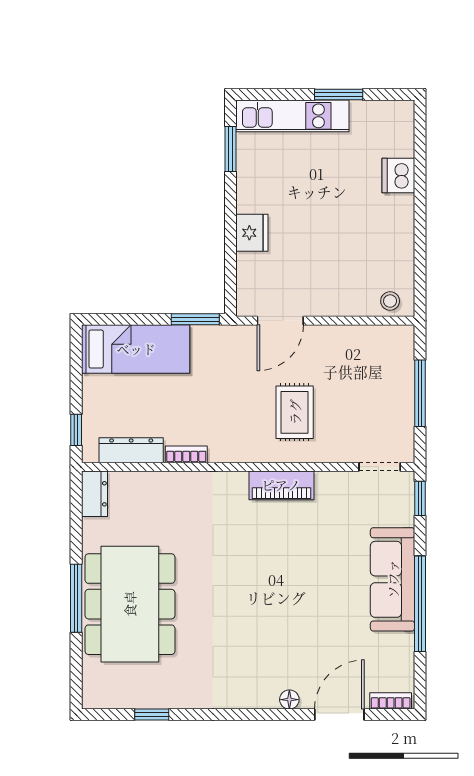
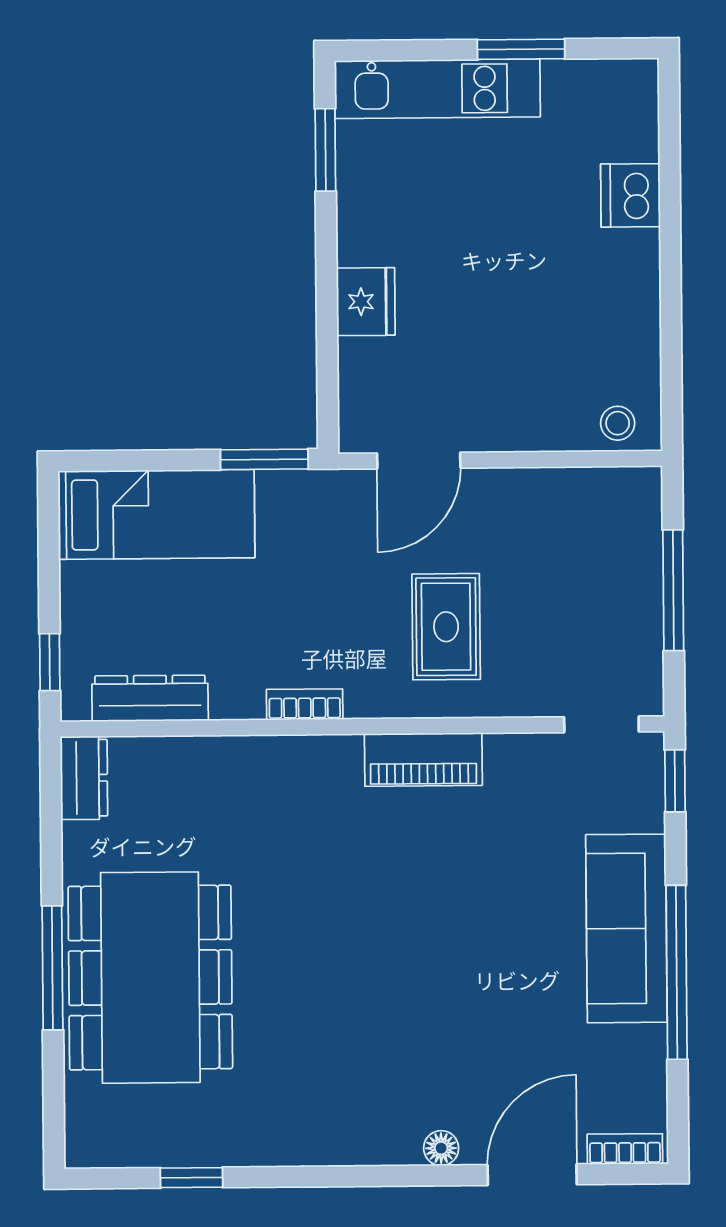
bookcase: (186, 454) -> (305, 704), moved

